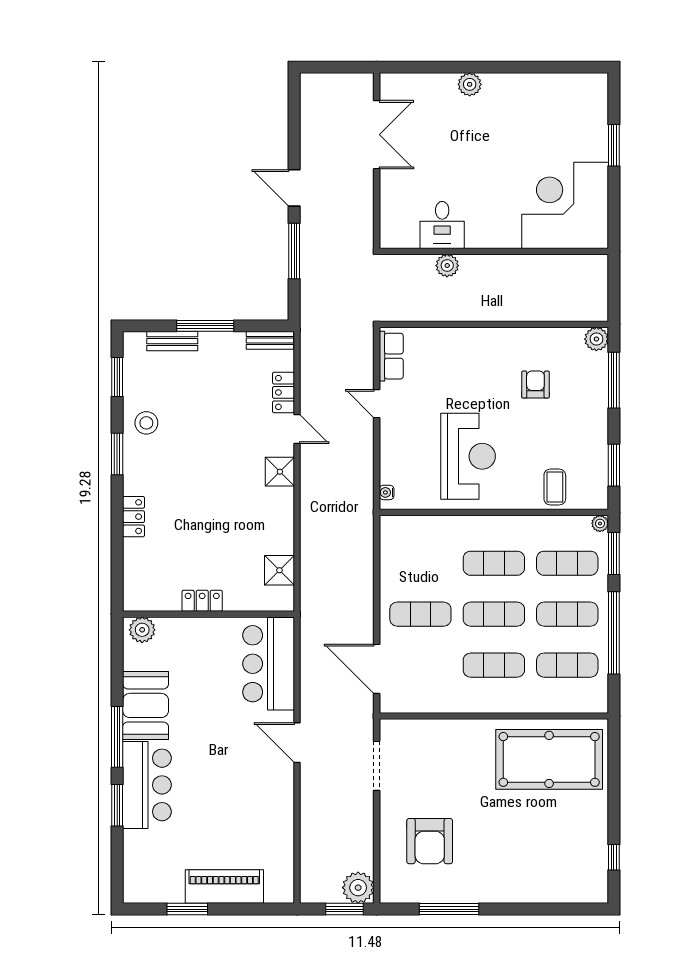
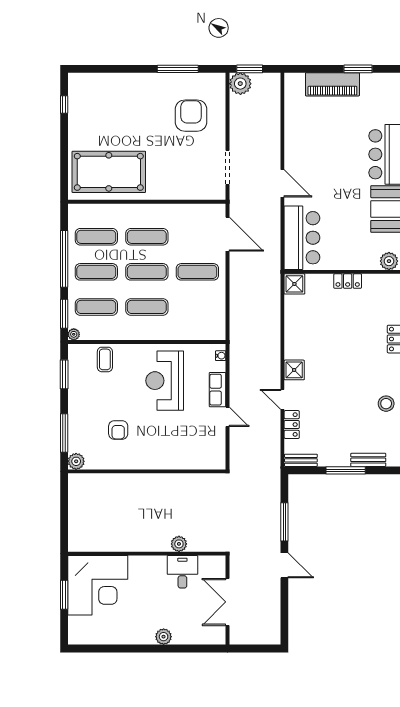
corner desk: (565, 205) -> (98, 585), moved
desk: (442, 225) -> (182, 572), moved
wall: (494, 251) -> (147, 554), moved
plant: (447, 266) -> (179, 544), moved
row of seats: (391, 356) -> (218, 390), moved
shower: (279, 570) -> (294, 284), moved

